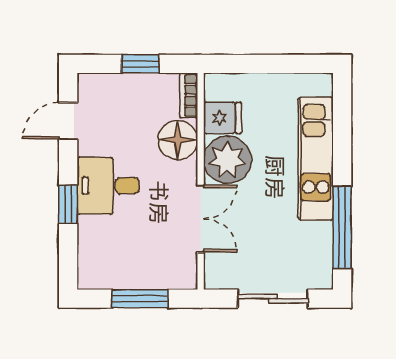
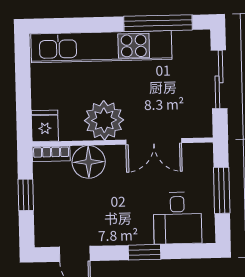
fridge: (222, 118) -> (45, 126), moved
kitchen unit: (316, 159) -> (101, 47), width x1.36
desk: (108, 186) -> (177, 218), moved
double door: (201, 219) -> (154, 141), swing flipped

